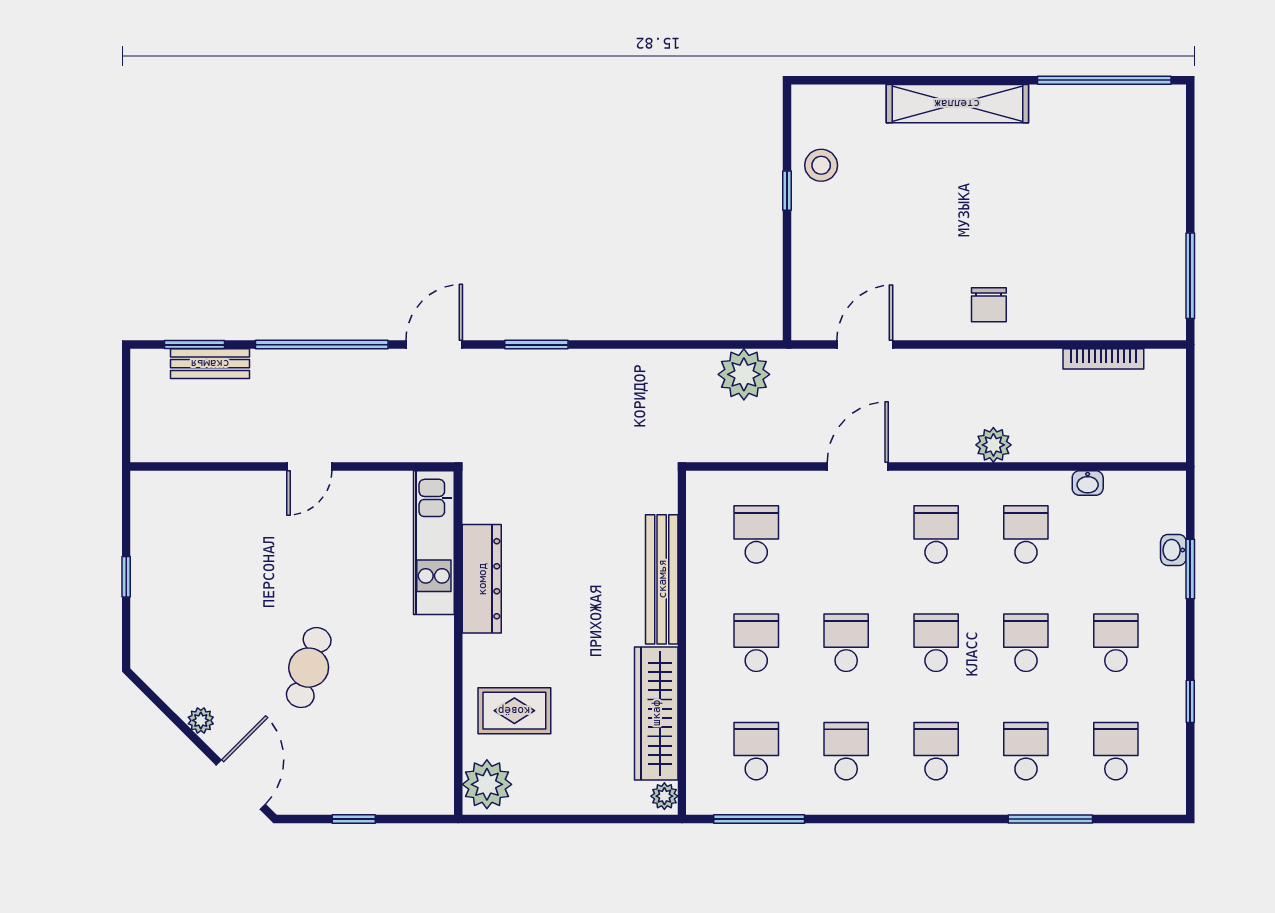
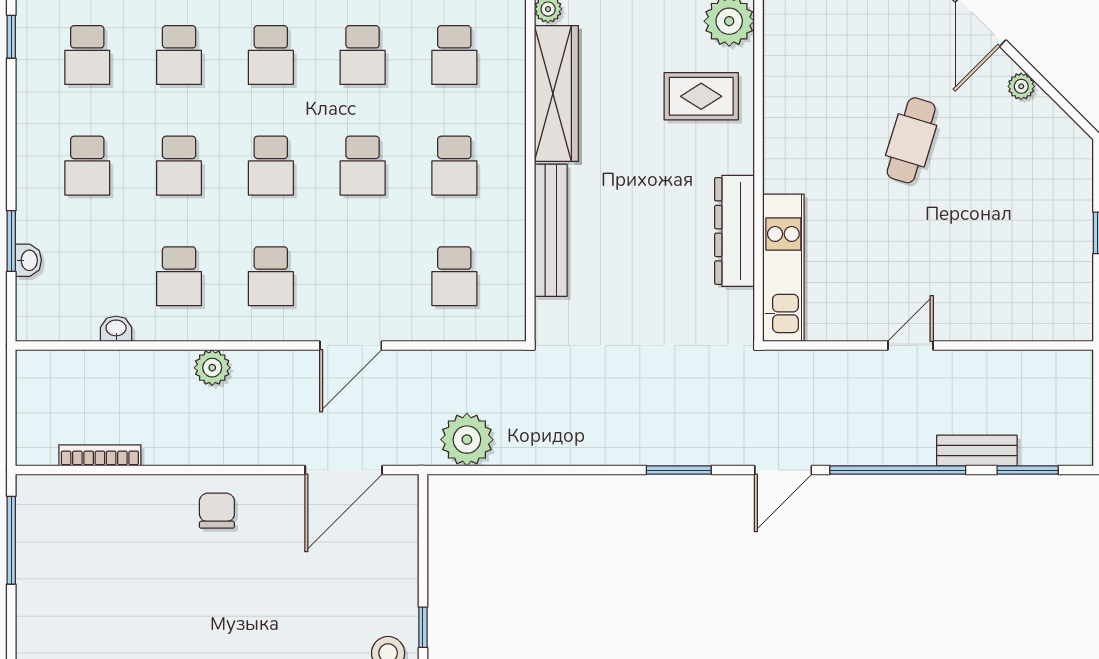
door: (865, 345) -> (344, 470), width x1.36
bench: (210, 364) -> (977, 451), moved
window: (1190, 701) -> (11, 37), moved

